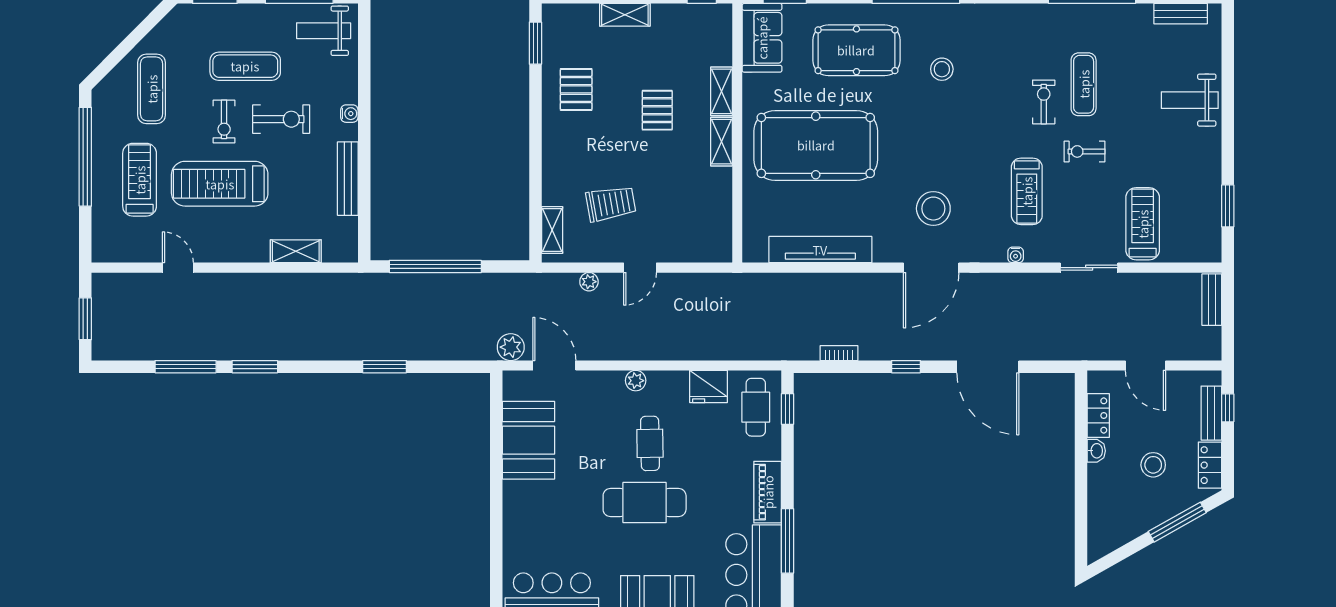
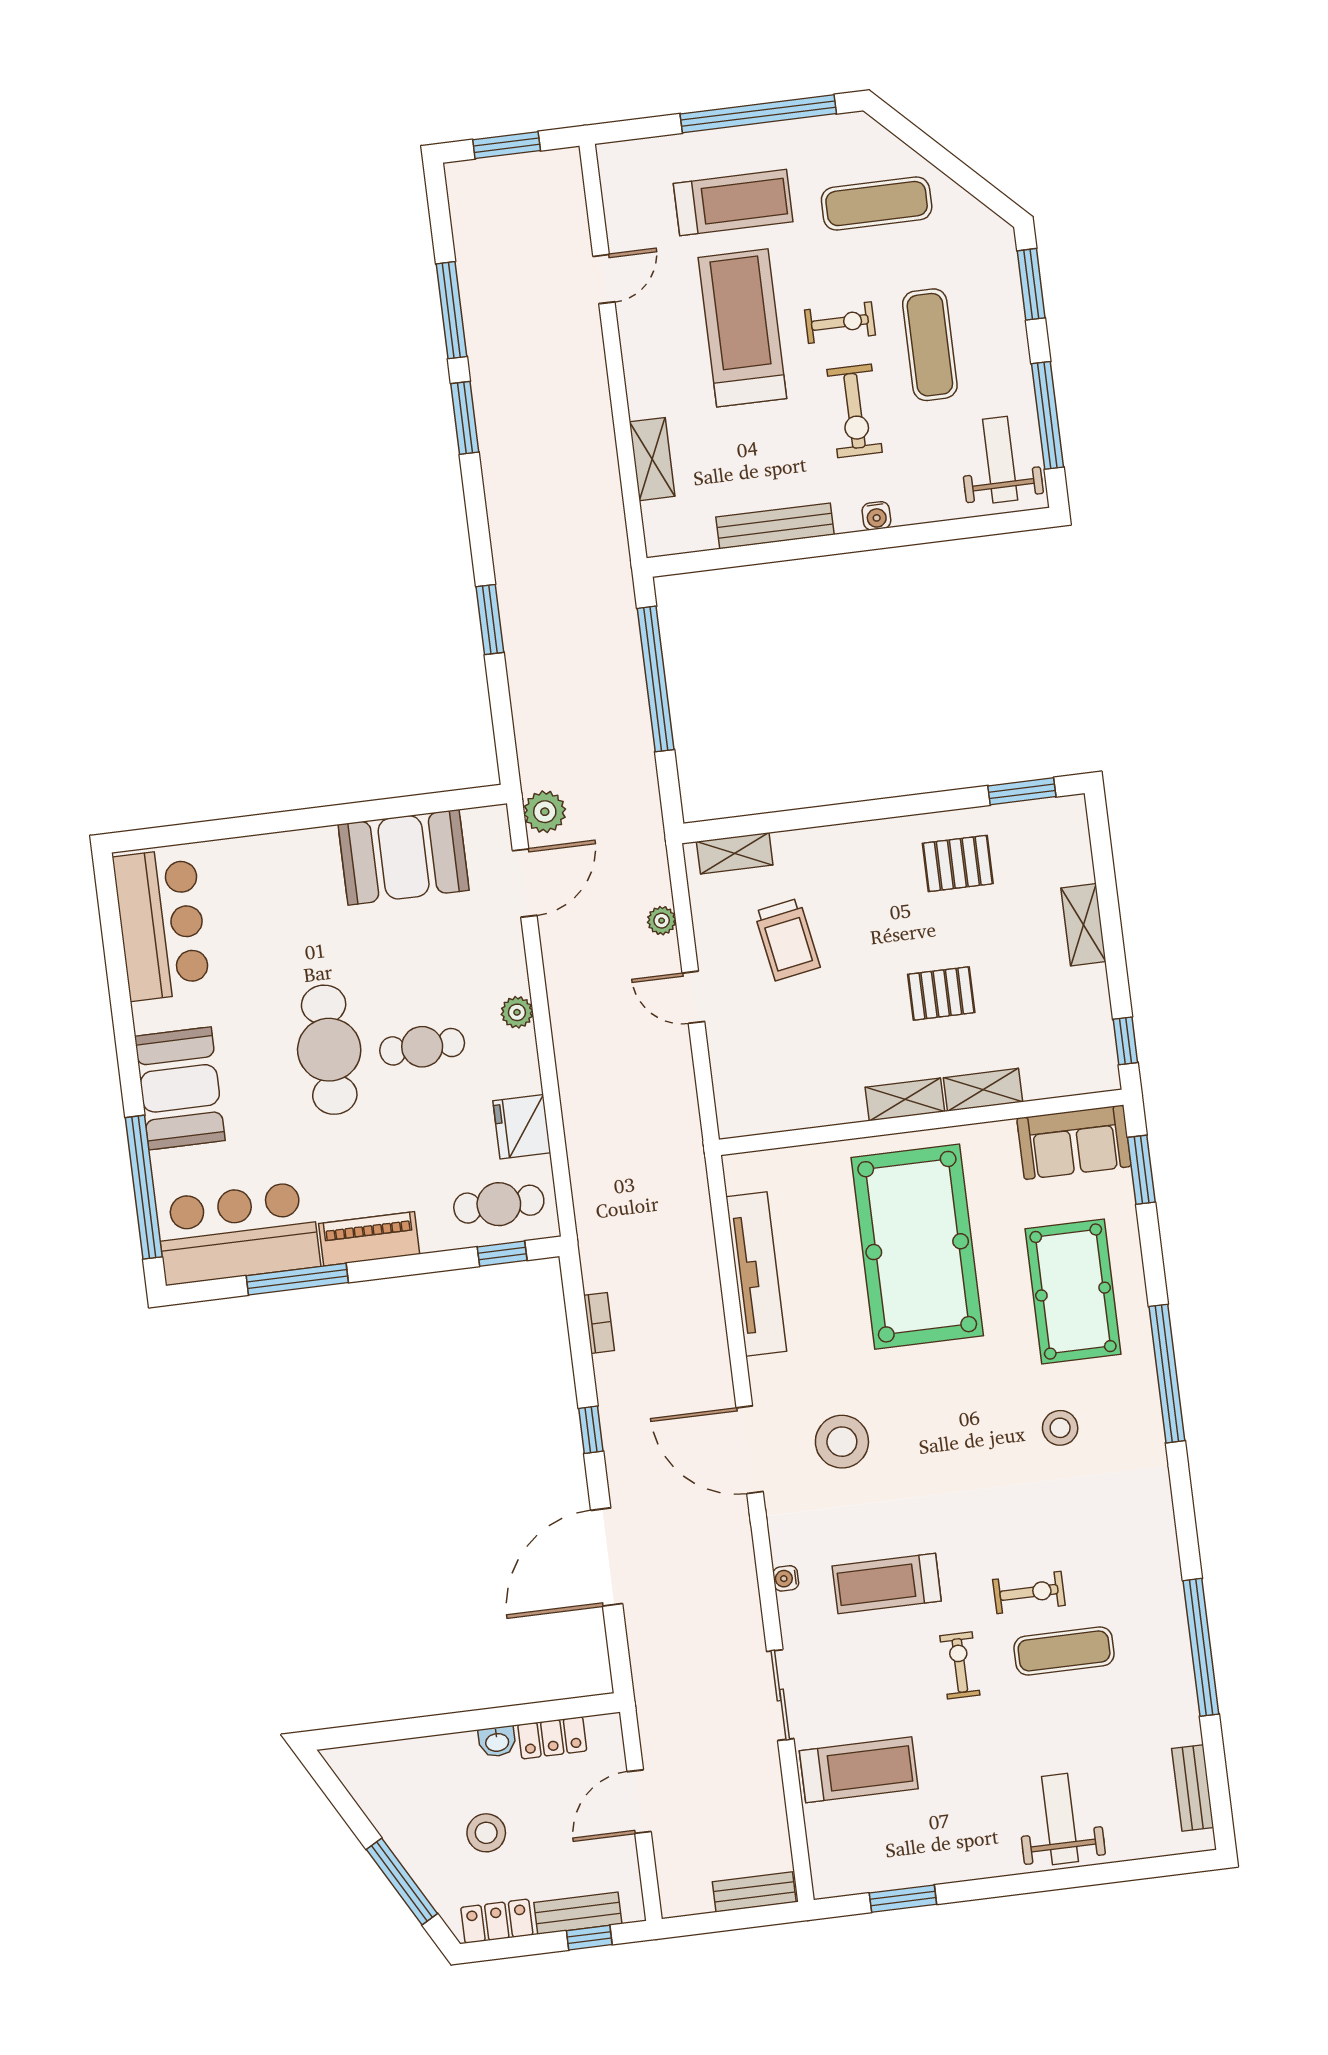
exercise bike: (224, 121) -> (840, 323), turned 180

